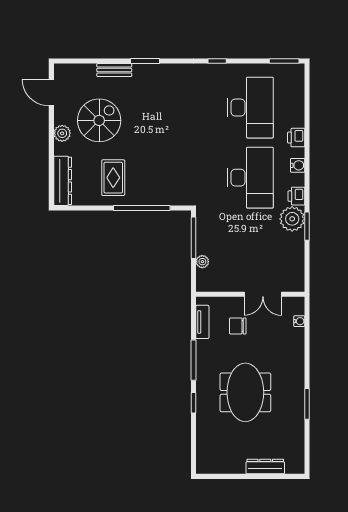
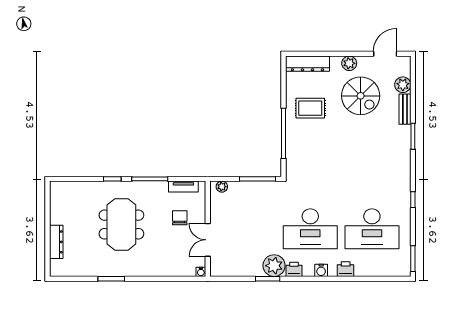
plant: (87, 72) -> (403, 85), added
plant: (202, 262) -> (222, 187), moved
water cooler: (299, 321) -> (201, 272), moved
meeting table: (245, 392) -> (121, 224), turned 90

